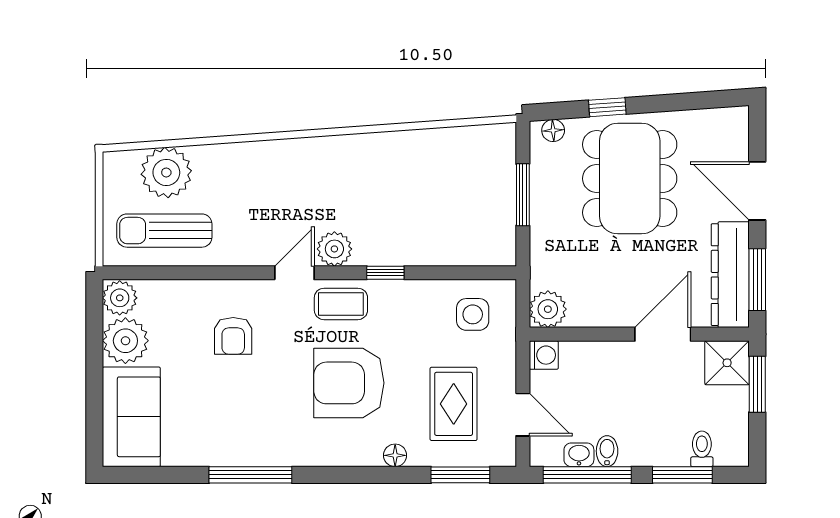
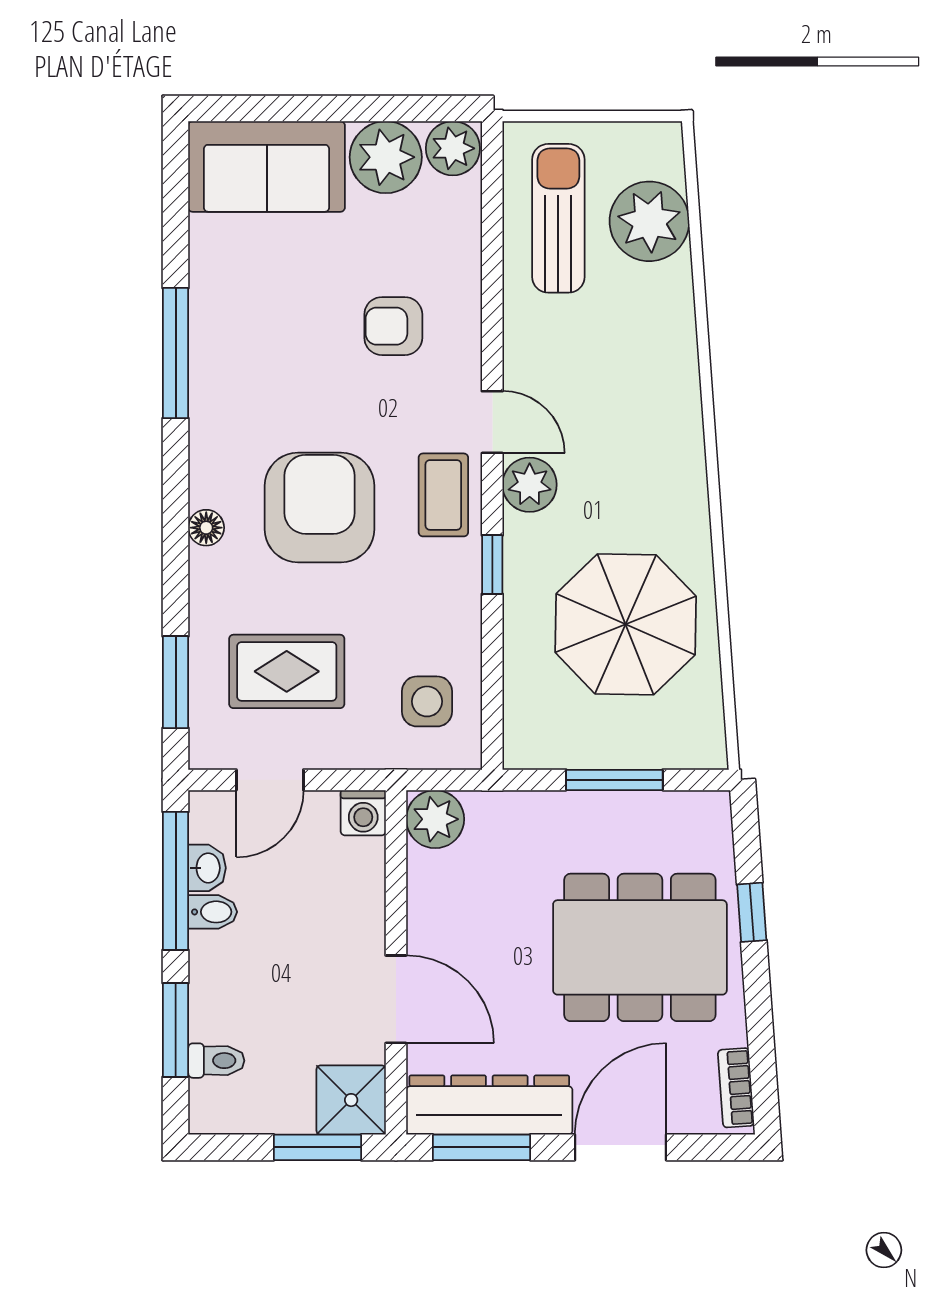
bookcase: (719, 117) -> (736, 1088), added
floor lamp: (553, 130) -> (715, 827), removed
parasol: (423, 188) -> (626, 624), added
floor lamp: (395, 455) -> (206, 528), moved

